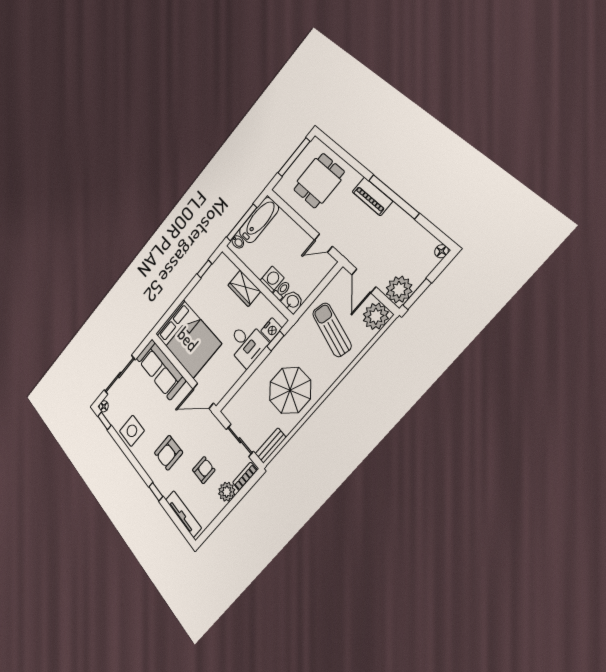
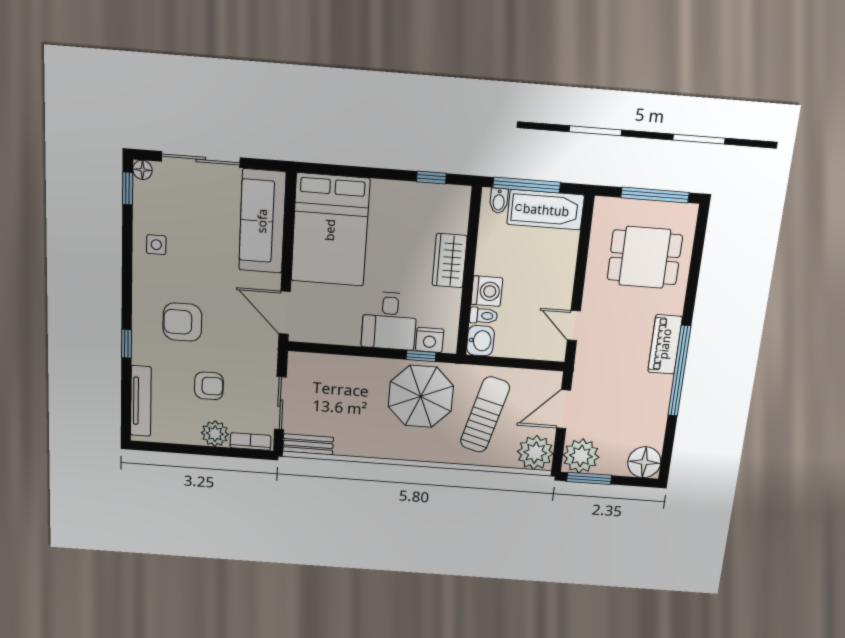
floor lamp: (442, 251) -> (644, 462), width x1.89, depth x1.89
parasol: (290, 390) -> (421, 396), moved
side table: (132, 431) -> (156, 245), width x0.54, depth x0.54

